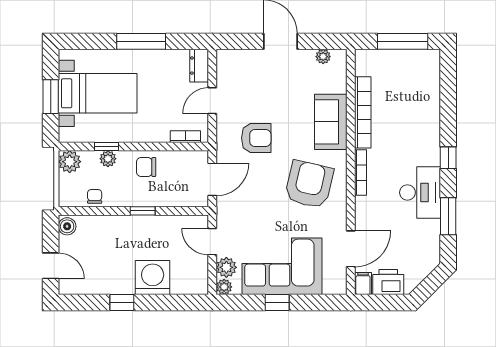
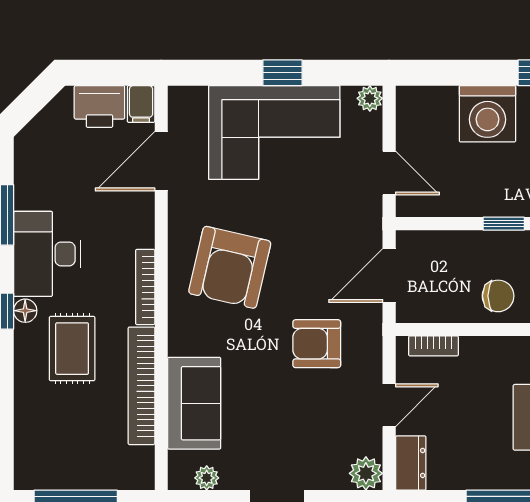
sofa: (331, 122) -> (194, 403), moved
rug: (405, 135) -> (72, 349), added
floor lamp: (433, 158) -> (25, 311), added
plant: (226, 267) -> (366, 473), moved

